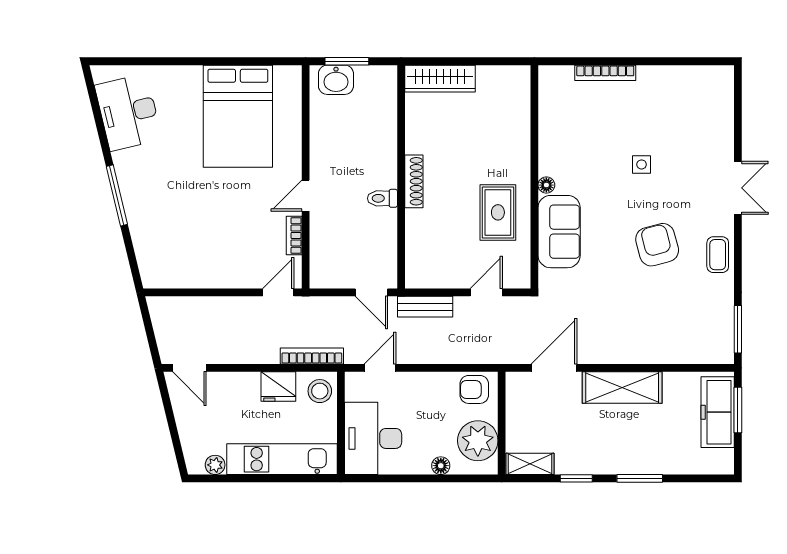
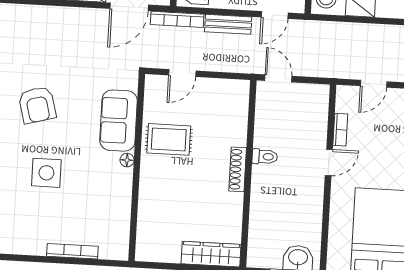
side table: (642, 164) -> (46, 173), width x1.87, depth x1.87
rug: (498, 212) -> (169, 139), turned 90
door: (278, 292) -> (374, 84), moved
bench: (425, 307) -> (228, 24), moved
bookcase: (312, 356) -> (177, 19), moved

